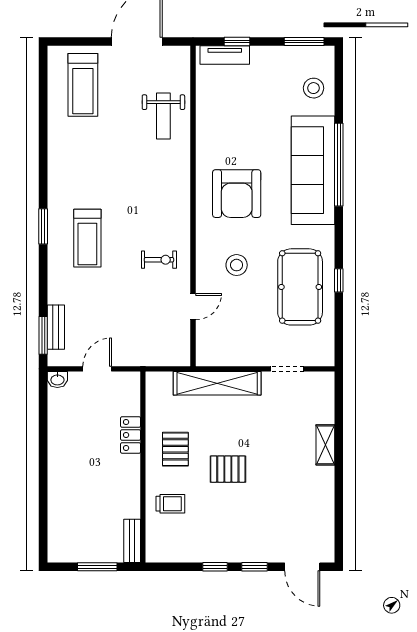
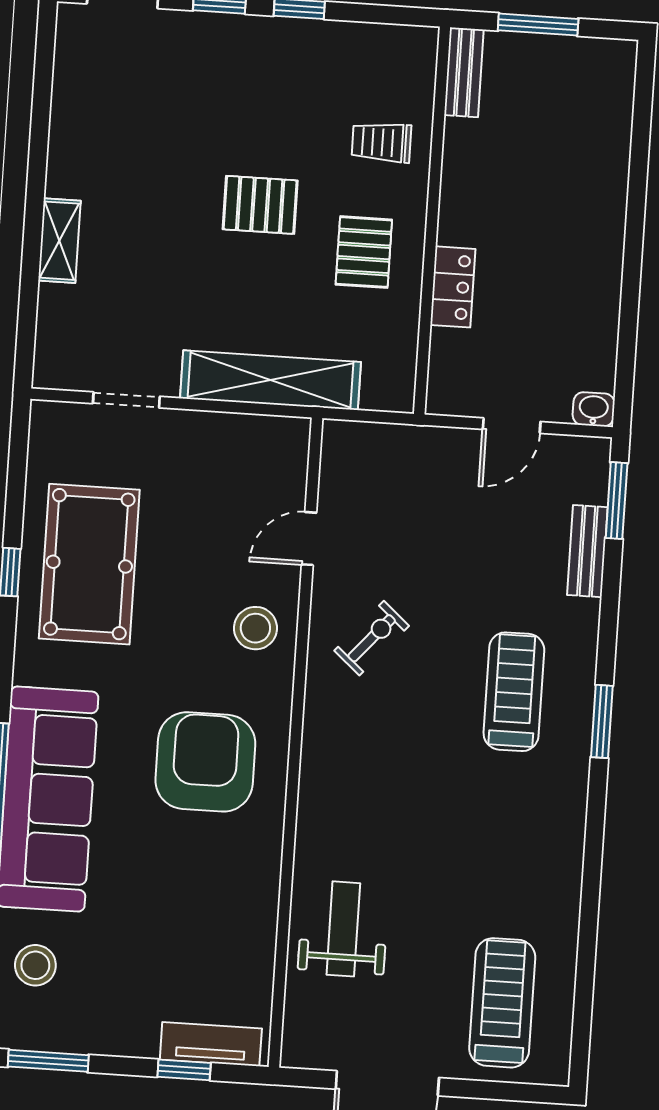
exercise bike: (159, 260) -> (372, 638), turned 131
stool: (237, 265) -> (255, 628), moved
bench: (56, 327) -> (587, 551), moved

